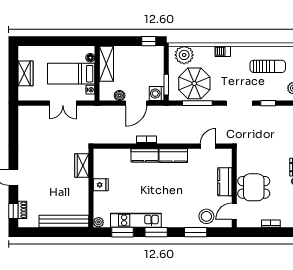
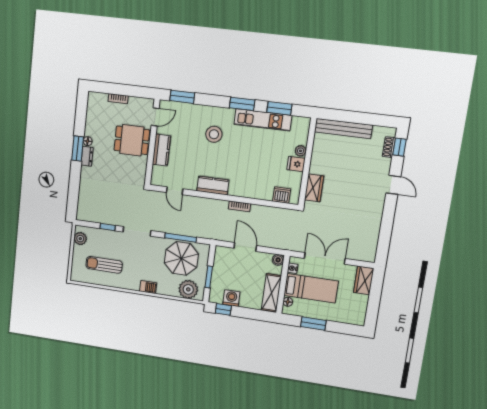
window: (64, 41) -> (313, 324), added
wardrobe: (25, 73) -> (364, 280), moved
window: (166, 85) -> (209, 277), moved
washing machine: (157, 94) -> (231, 298), moved, turned -90
boiler: (120, 96) -> (278, 260), moved
double door: (63, 103) -> (325, 258), width x1.37
door: (136, 103) -> (245, 247), hinge flipped
door: (208, 146) -> (175, 191), hinge flipped
dishwasher: (110, 155) -> (282, 195), added
kitchen counter: (145, 155) -> (244, 190), removed
stool: (206, 216) -> (214, 134), moved
plant: (99, 222) -> (301, 151), moved
window: (196, 232) -> (182, 97), moved

